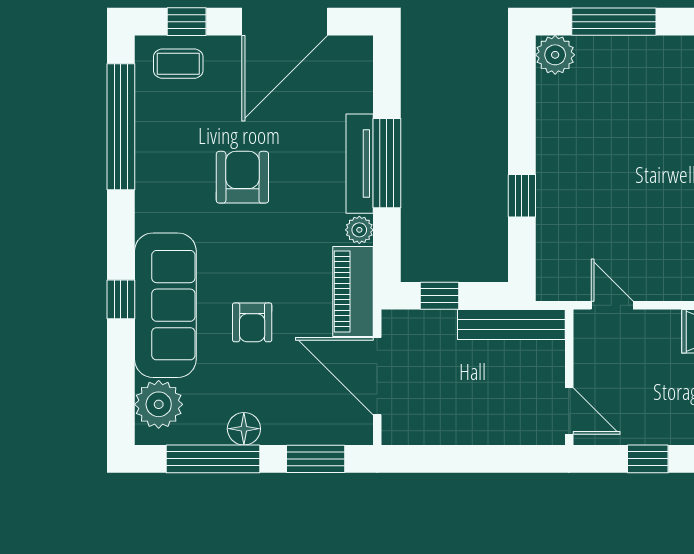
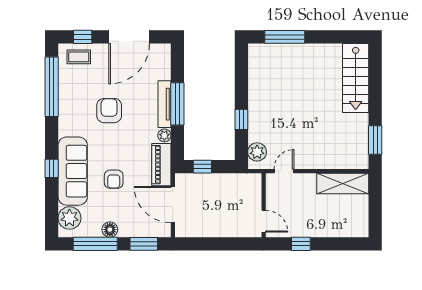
plant: (555, 55) -> (257, 152), moved
door: (612, 305) -> (284, 171), hinge flipped
bench: (511, 324) -> (236, 180), removed

